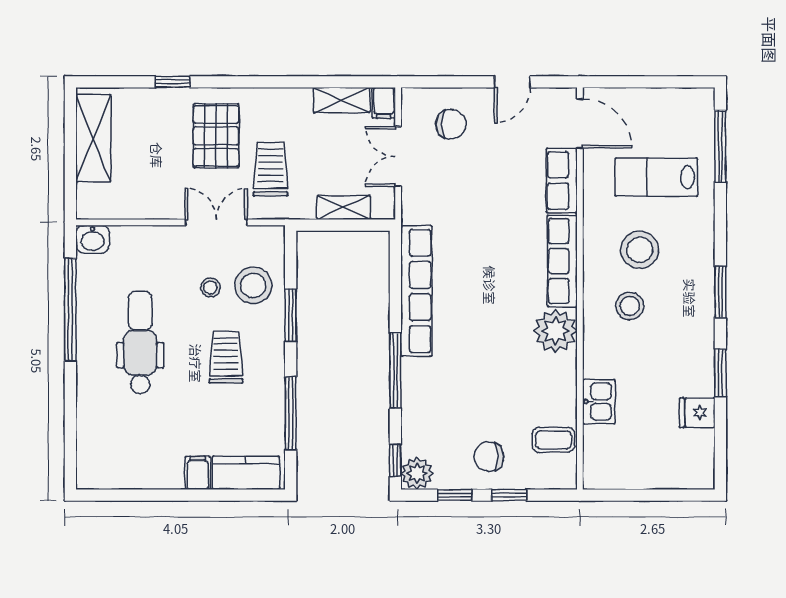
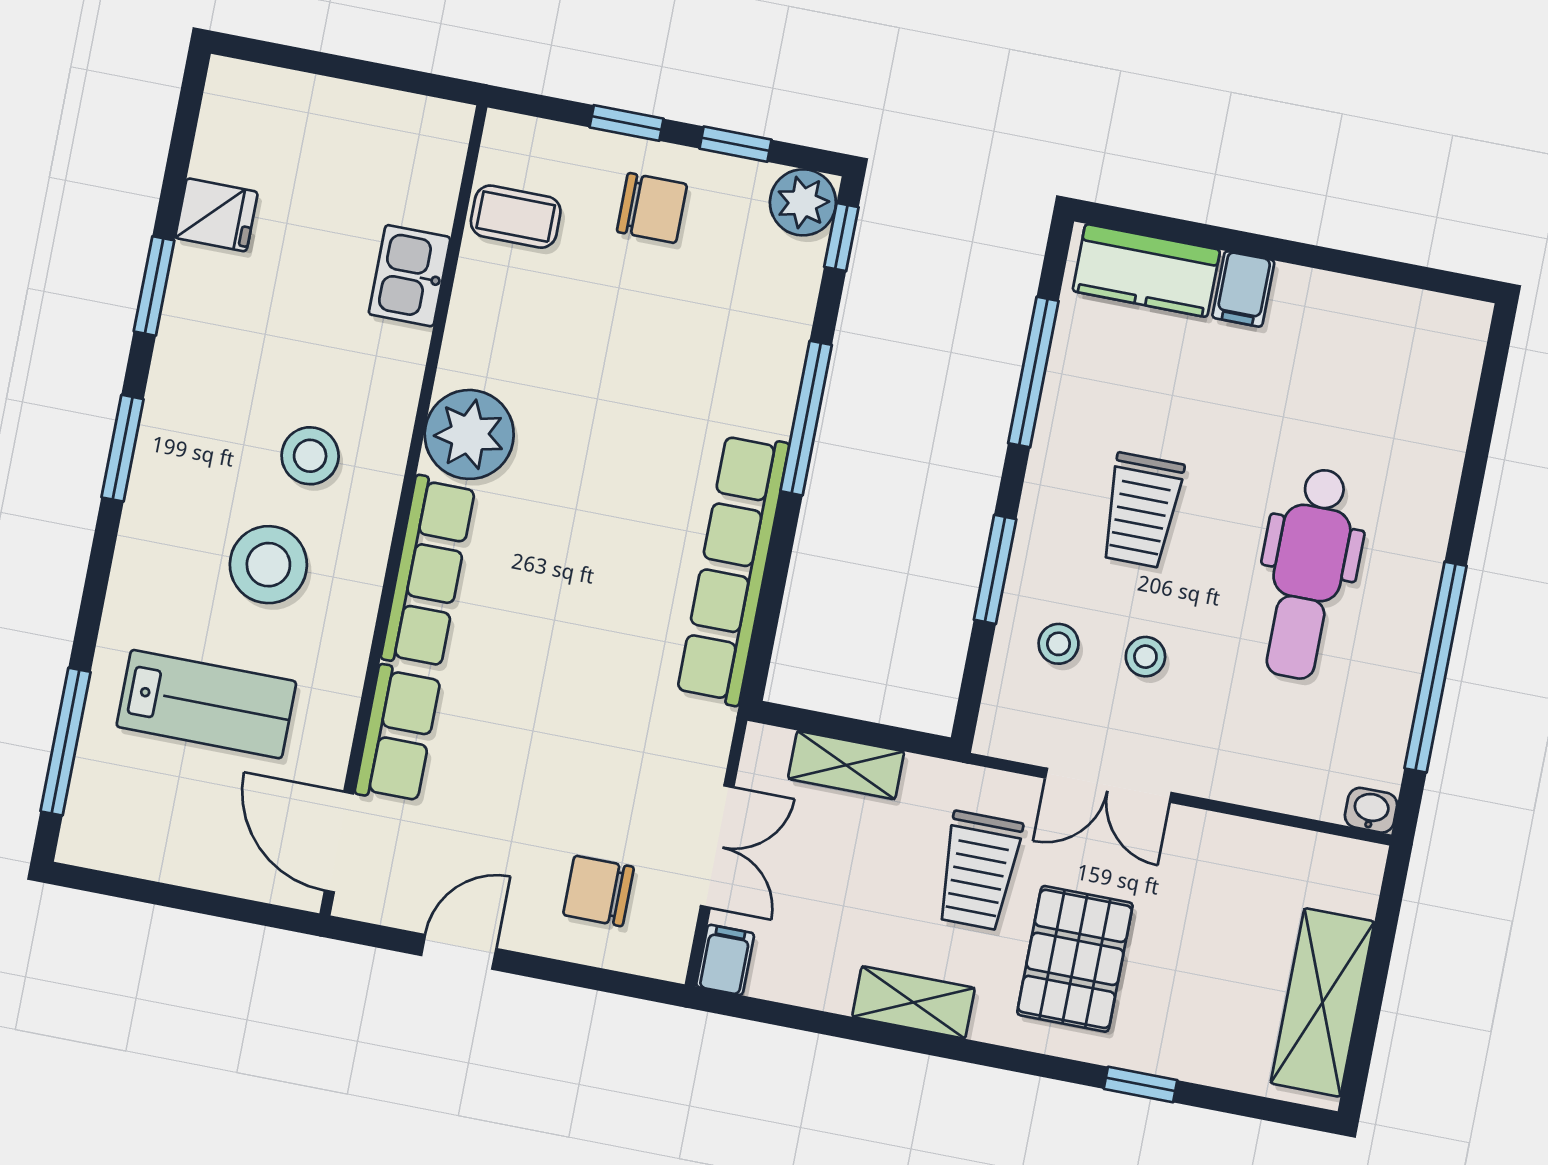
shelving: (342, 100) -> (913, 1002), moved
washbasin: (93, 239) -> (1371, 810), width x0.72, depth x0.69
stool: (253, 286) -> (1059, 644), width x0.53, depth x0.53

